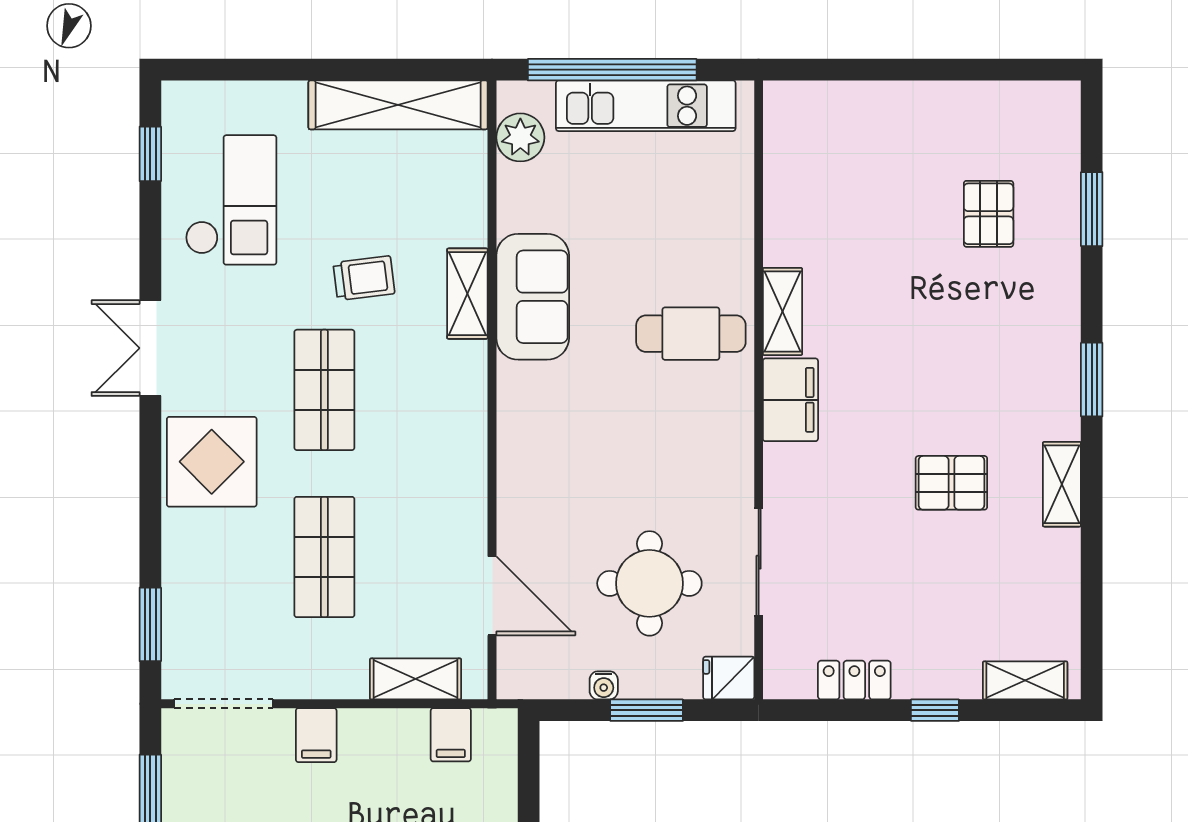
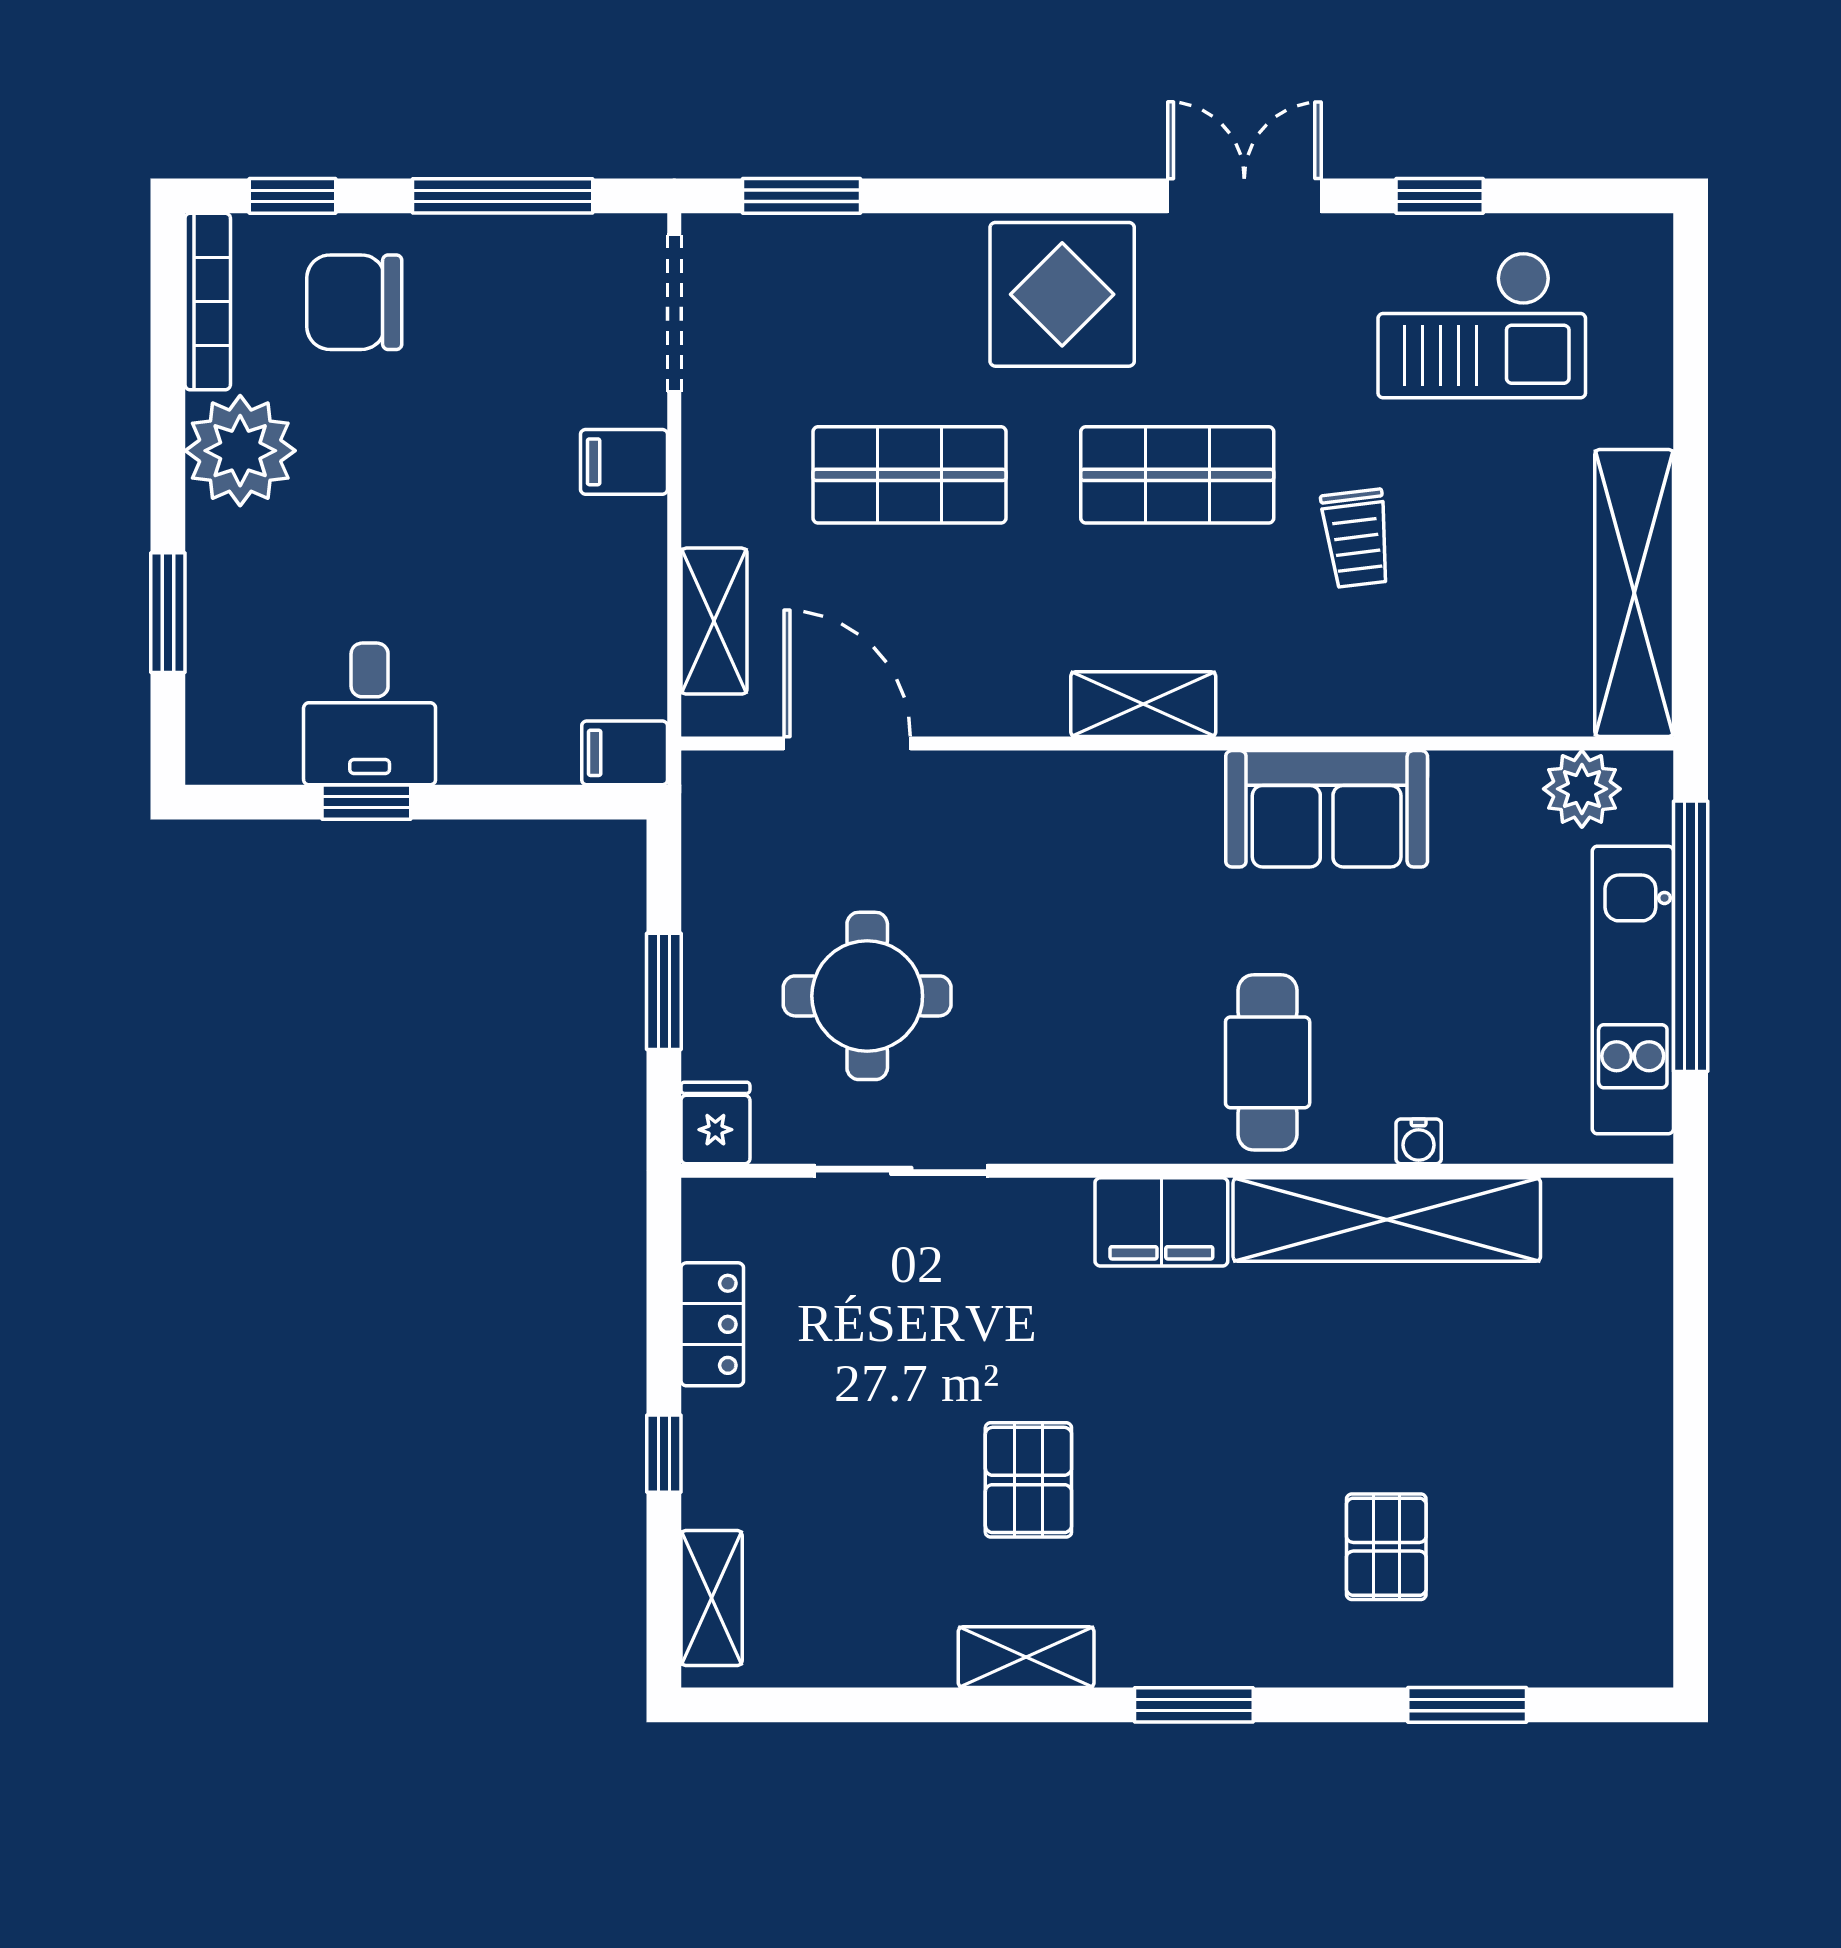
window: (150, 154) -> (1440, 196), moved
pallet: (989, 214) -> (1386, 1547), moved, turned 90
shelving: (467, 294) -> (1143, 704), moved
shelving: (782, 311) -> (1387, 1220), width x2.20, depth x1.33
door: (492, 596) -> (847, 744), swing flipped
water cooler: (604, 685) -> (1419, 1141), moved, turned -90
filing cabinet: (451, 735) -> (625, 753), moved

